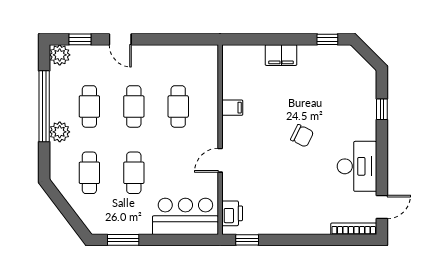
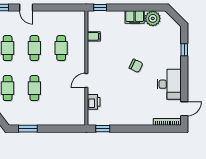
window: (327, 39) -> (100, 8), moved
filing cabinet: (281, 55) -> (135, 17), moved
plant: (330, 57) -> (153, 18), added
filing cabinet: (232, 108) -> (94, 36), moved
printer: (232, 213) -> (94, 102), moved
bar counter: (185, 216) -> (66, 114), removed

